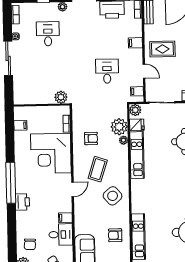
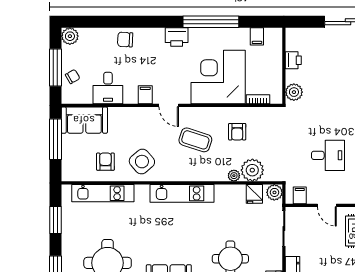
door: (144, 71) -> (327, 205), hinge flipped
printer: (37, 98) -> (293, 60), added
kitchen unit: (137, 155) -> (182, 193), moved
window: (11, 183) -> (211, 22), moved
side table: (113, 196) -> (142, 162), moved
printer: (22, 202) -> (177, 37), moved
filing cabinet: (65, 218) -> (145, 95), moved
chair: (30, 244) -> (125, 40), moved

